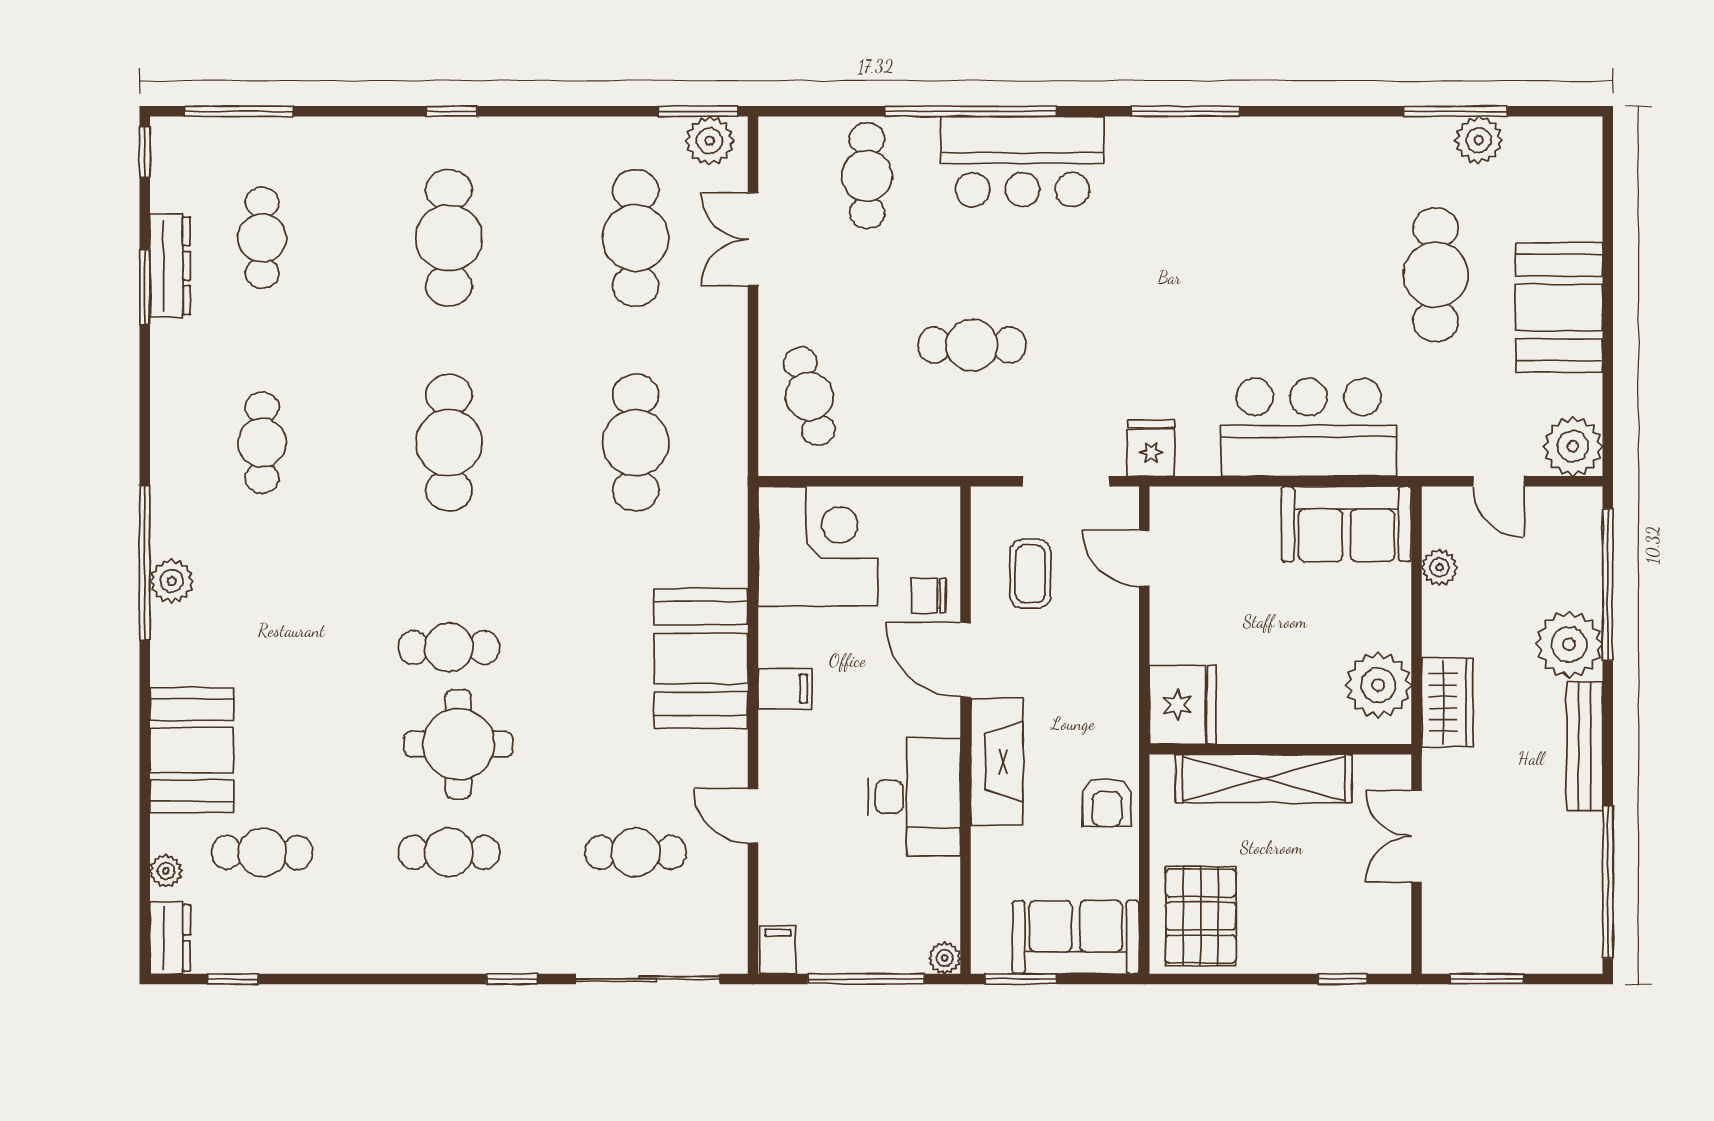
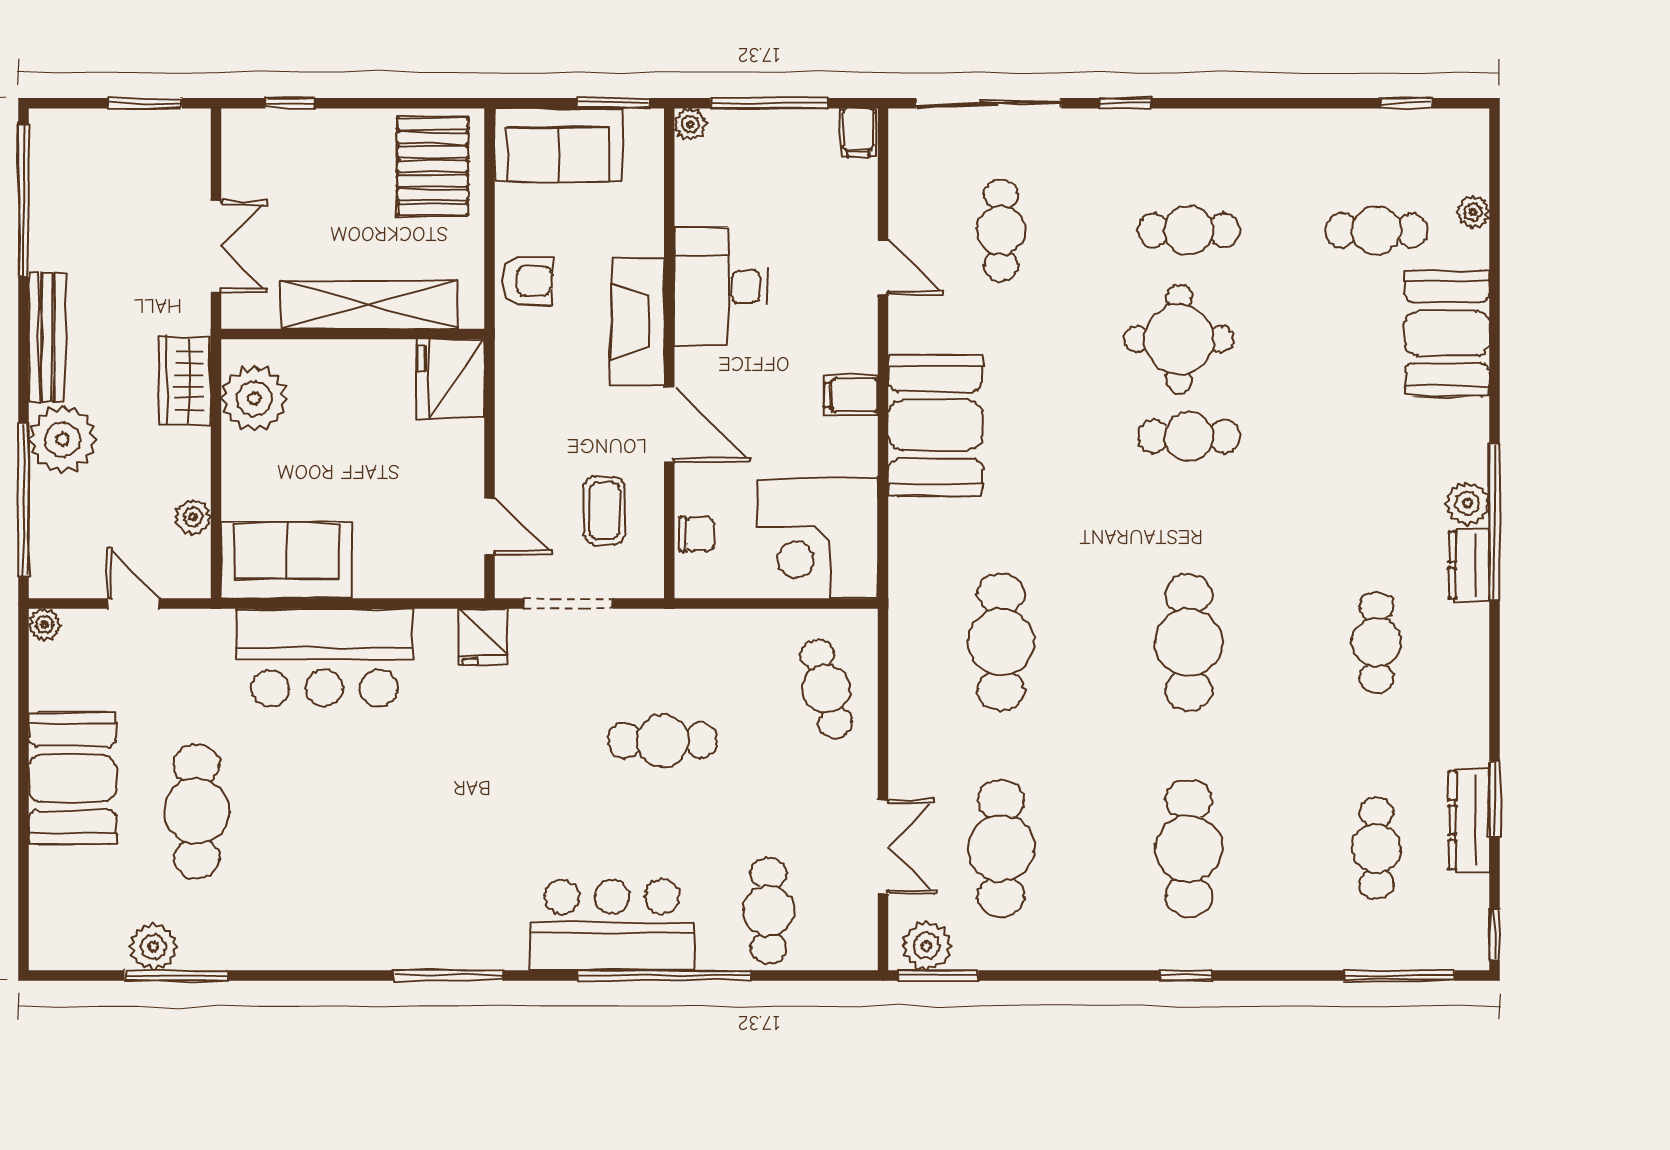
plant: (1573, 446) -> (45, 625), width x0.53, depth x0.53
chair: (929, 596) -> (697, 534), moved
armchair: (1107, 802) -> (527, 281), turned 90
cafe table: (636, 852) -> (1001, 230), turned 90
dresser: (170, 938) -> (1469, 565), moved

